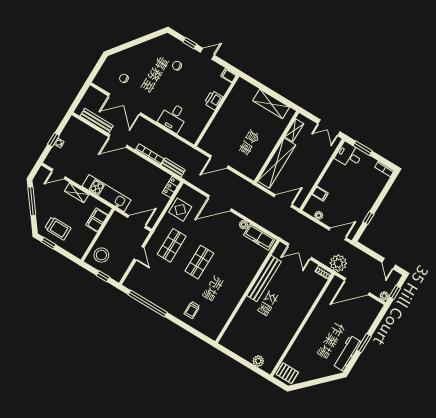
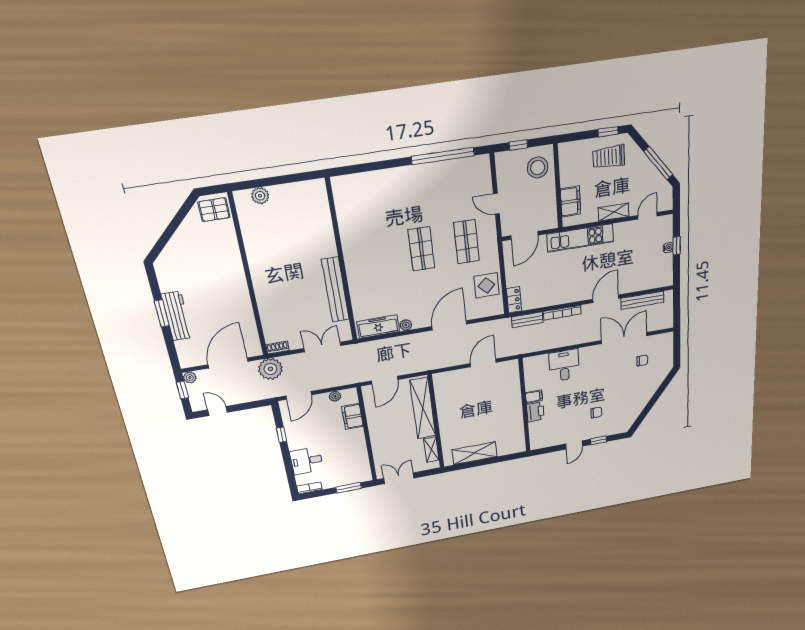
filing cabinet: (229, 76) -> (534, 397), moved
desk: (349, 155) -> (307, 461), moved, turned 180
filing cabinet: (320, 194) -> (352, 416), width x2.00
trolley: (192, 310) -> (386, 191), removed
workbench: (347, 353) -> (177, 316), moved

